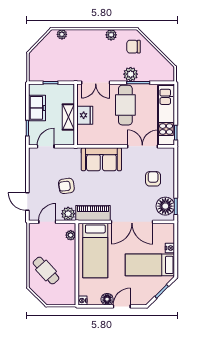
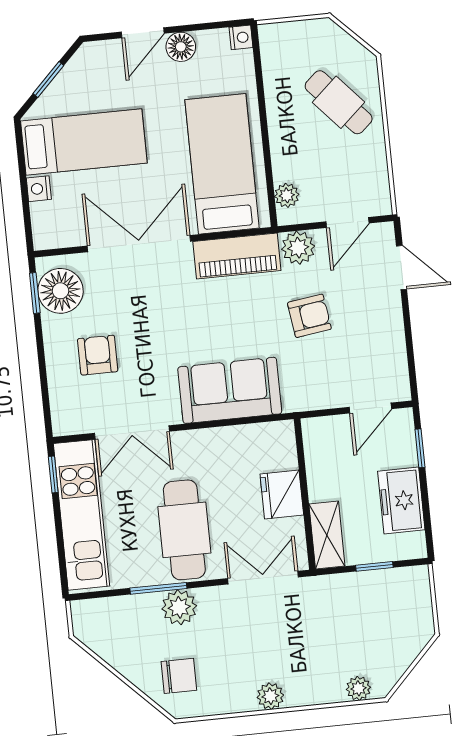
plant: (111, 35) -> (270, 696), moved
shelving: (68, 117) -> (327, 535), moved
armchair: (153, 179) -> (98, 355), turned 180

